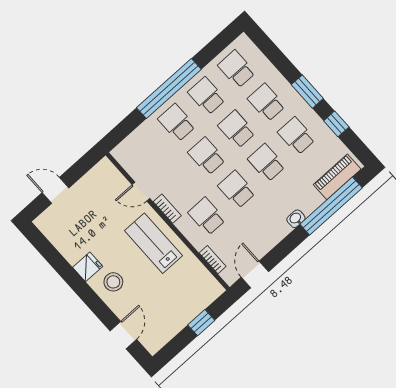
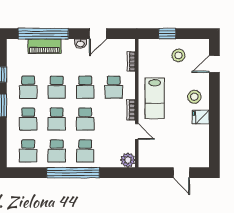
plant: (124, 153) -> (128, 160), added
piano: (337, 177) -> (44, 46), moved
washbasin: (296, 219) -> (80, 44), moved
door: (255, 274) -> (98, 34), moved
stool: (169, 310) -> (179, 55), added

